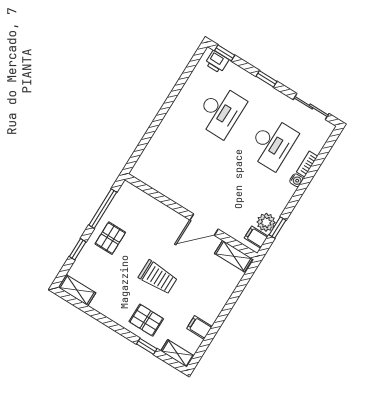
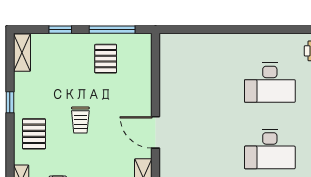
pallet: (110, 238) -> (106, 59), moved, turned 90
trolley: (158, 277) -> (80, 120), width x0.73, depth x0.72
window: (147, 346) -> (10, 102), moved

